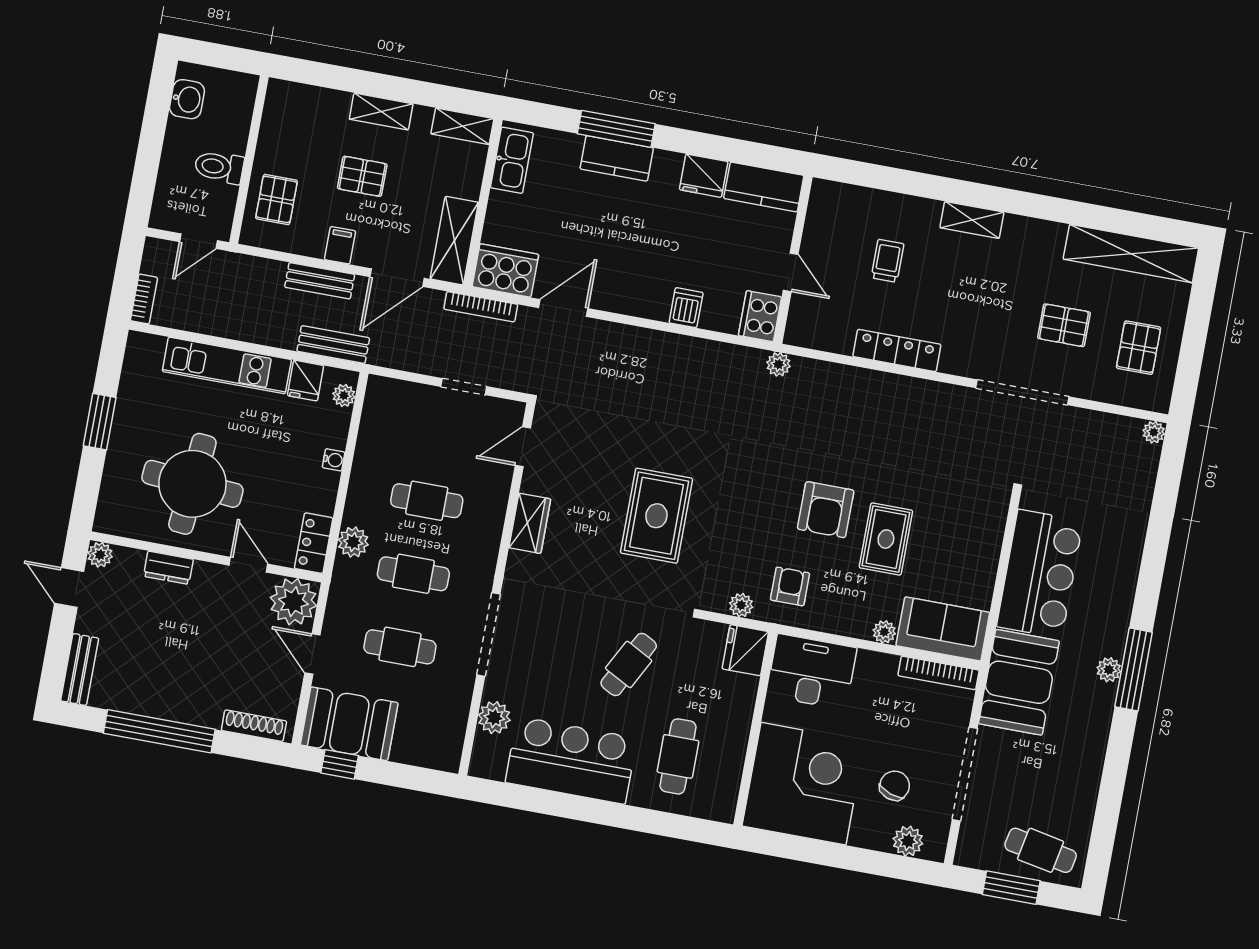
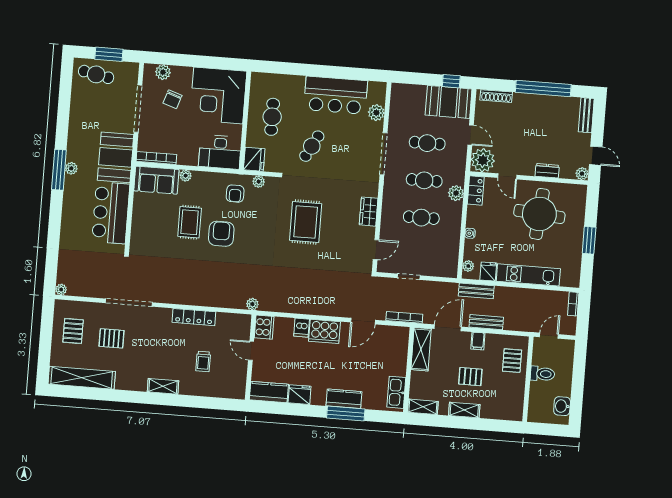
cooker: (505, 271) -> (325, 331), moved
cafe table: (678, 756) -> (272, 117), moved

